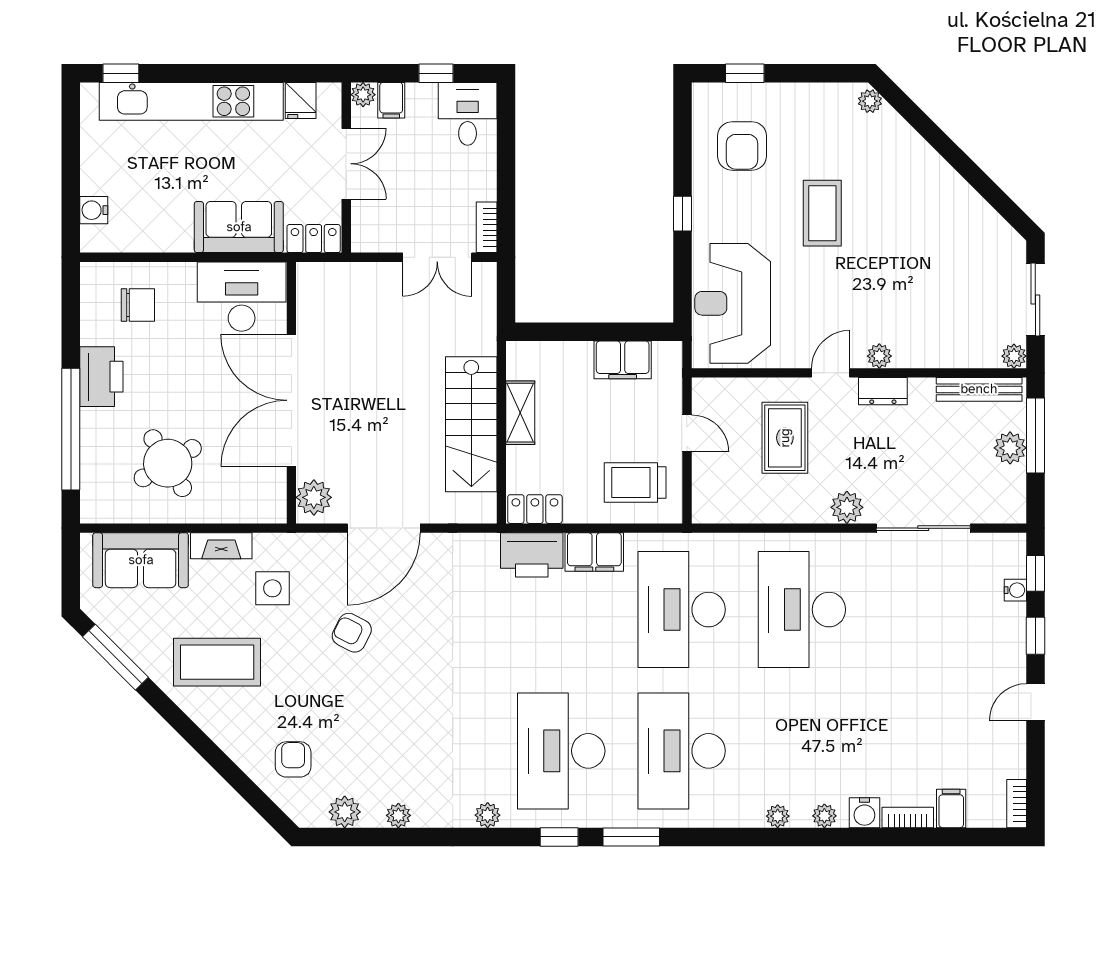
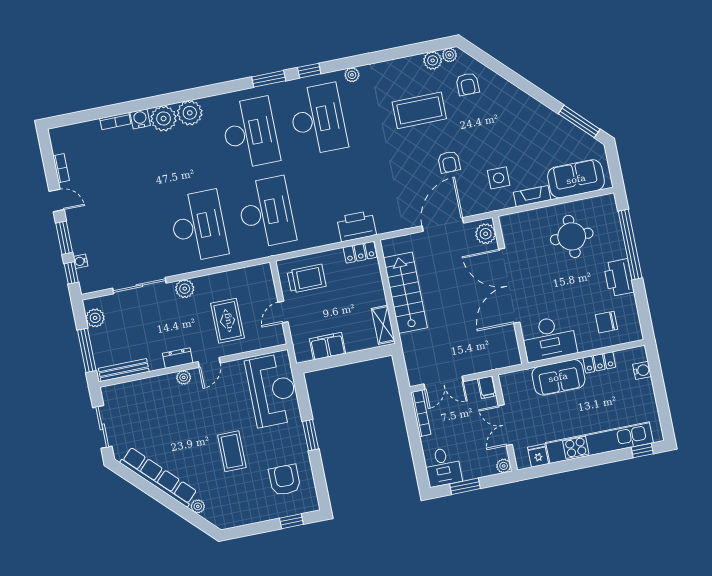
window: (436, 73) -> (465, 486), width x1.50
filing cabinet: (391, 100) -> (487, 387), moved, turned 180
plant: (870, 101) -> (198, 506), moved
row of seats: (956, 194) -> (159, 477), added
window: (682, 214) -> (311, 435), width x1.50
bookcase: (487, 227) -> (421, 413), width x1.56
locker: (314, 239) -> (599, 362), moved
double door: (437, 257) -> (443, 383), swing flipped
plant: (1014, 356) -> (108, 393), removed
double door: (291, 400) -> (509, 286), swing flipped
shelving: (520, 413) -> (383, 325), moved
door: (687, 433) -> (283, 312), hinge flipped
plant: (1010, 448) -> (95, 318), moved
round table: (168, 463) -> (572, 236), turned 31
filing cabinet: (594, 552) -> (322, 235), removed
armchair: (352, 633) -> (449, 162), turned 63
window: (1035, 636) -> (64, 238), width x1.50
coffee table: (217, 662) -> (419, 110), moved
door: (1035, 702) -> (57, 200), hinge flipped
bookcase: (1017, 804) -> (61, 168), moved
filing cabinet: (951, 808) -> (92, 131), removed
plant: (398, 815) -> (449, 55), moved
plant: (778, 816) -> (190, 113), width x1.88, depth x1.88
plant: (824, 816) -> (164, 119), width x1.88, depth x1.88

